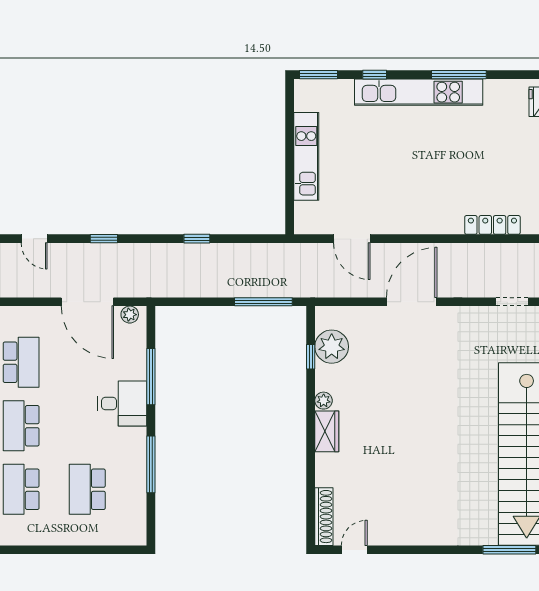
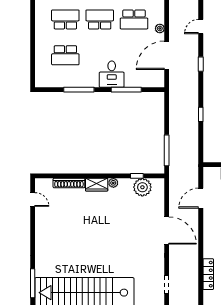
plant: (130, 315) -> (160, 28), moved
school desk: (87, 489) -> (65, 55), turned 180
shoe rack: (324, 517) -> (69, 183), moved

